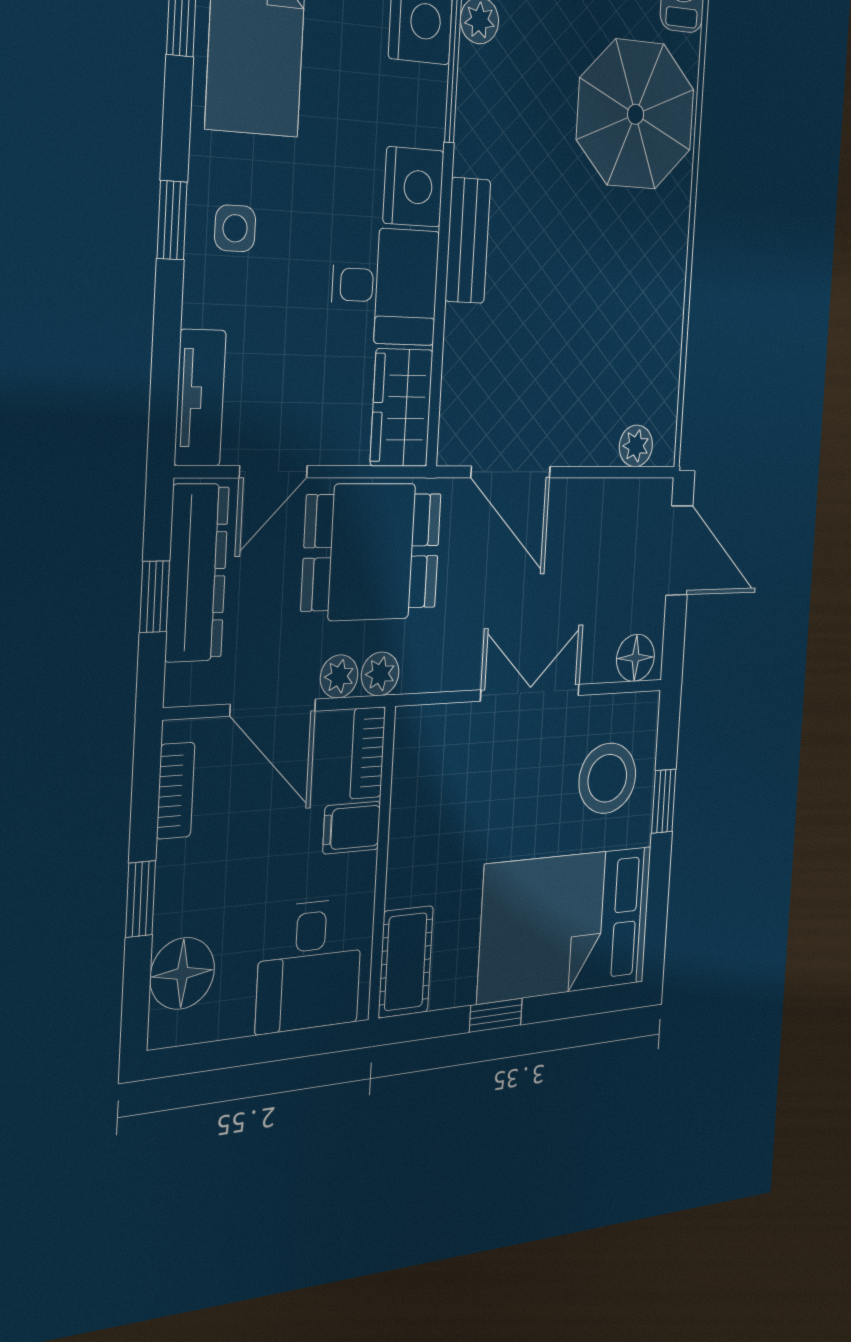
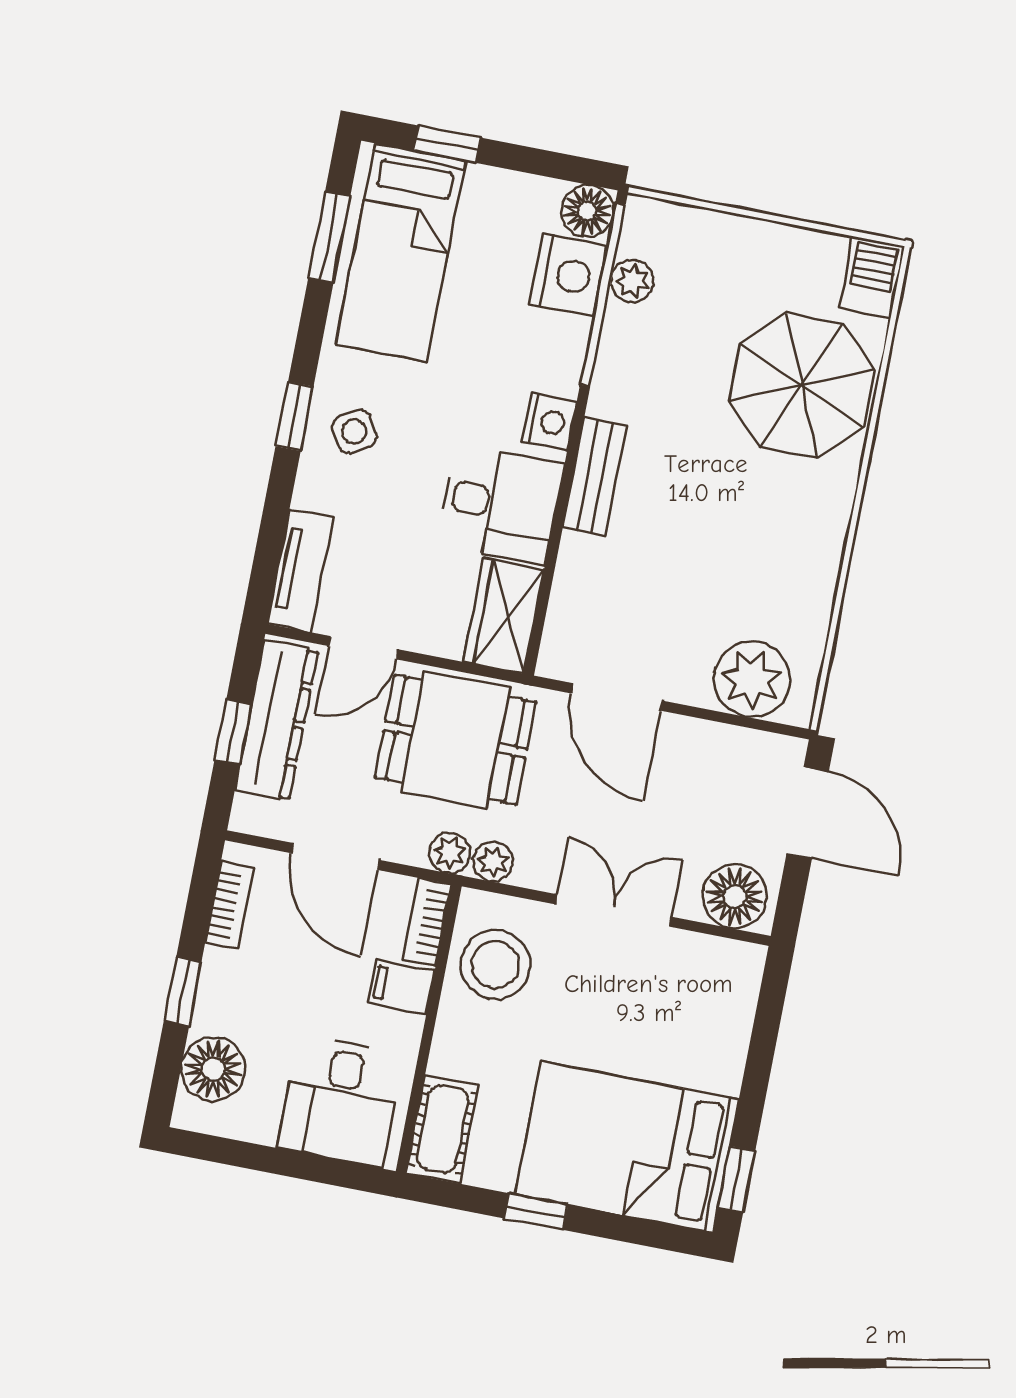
nightstand: (413, 187) -> (549, 422), width x0.74, depth x0.75
side table: (235, 228) -> (354, 432), turned -32
plant: (636, 446) -> (752, 679), width x1.87, depth x1.87
floor lamp: (636, 658) -> (735, 896), width x1.38, depth x1.38
plant: (339, 676) -> (493, 862), moved
stool: (607, 778) -> (495, 965), moved
window: (664, 801) -> (736, 1179), moved

